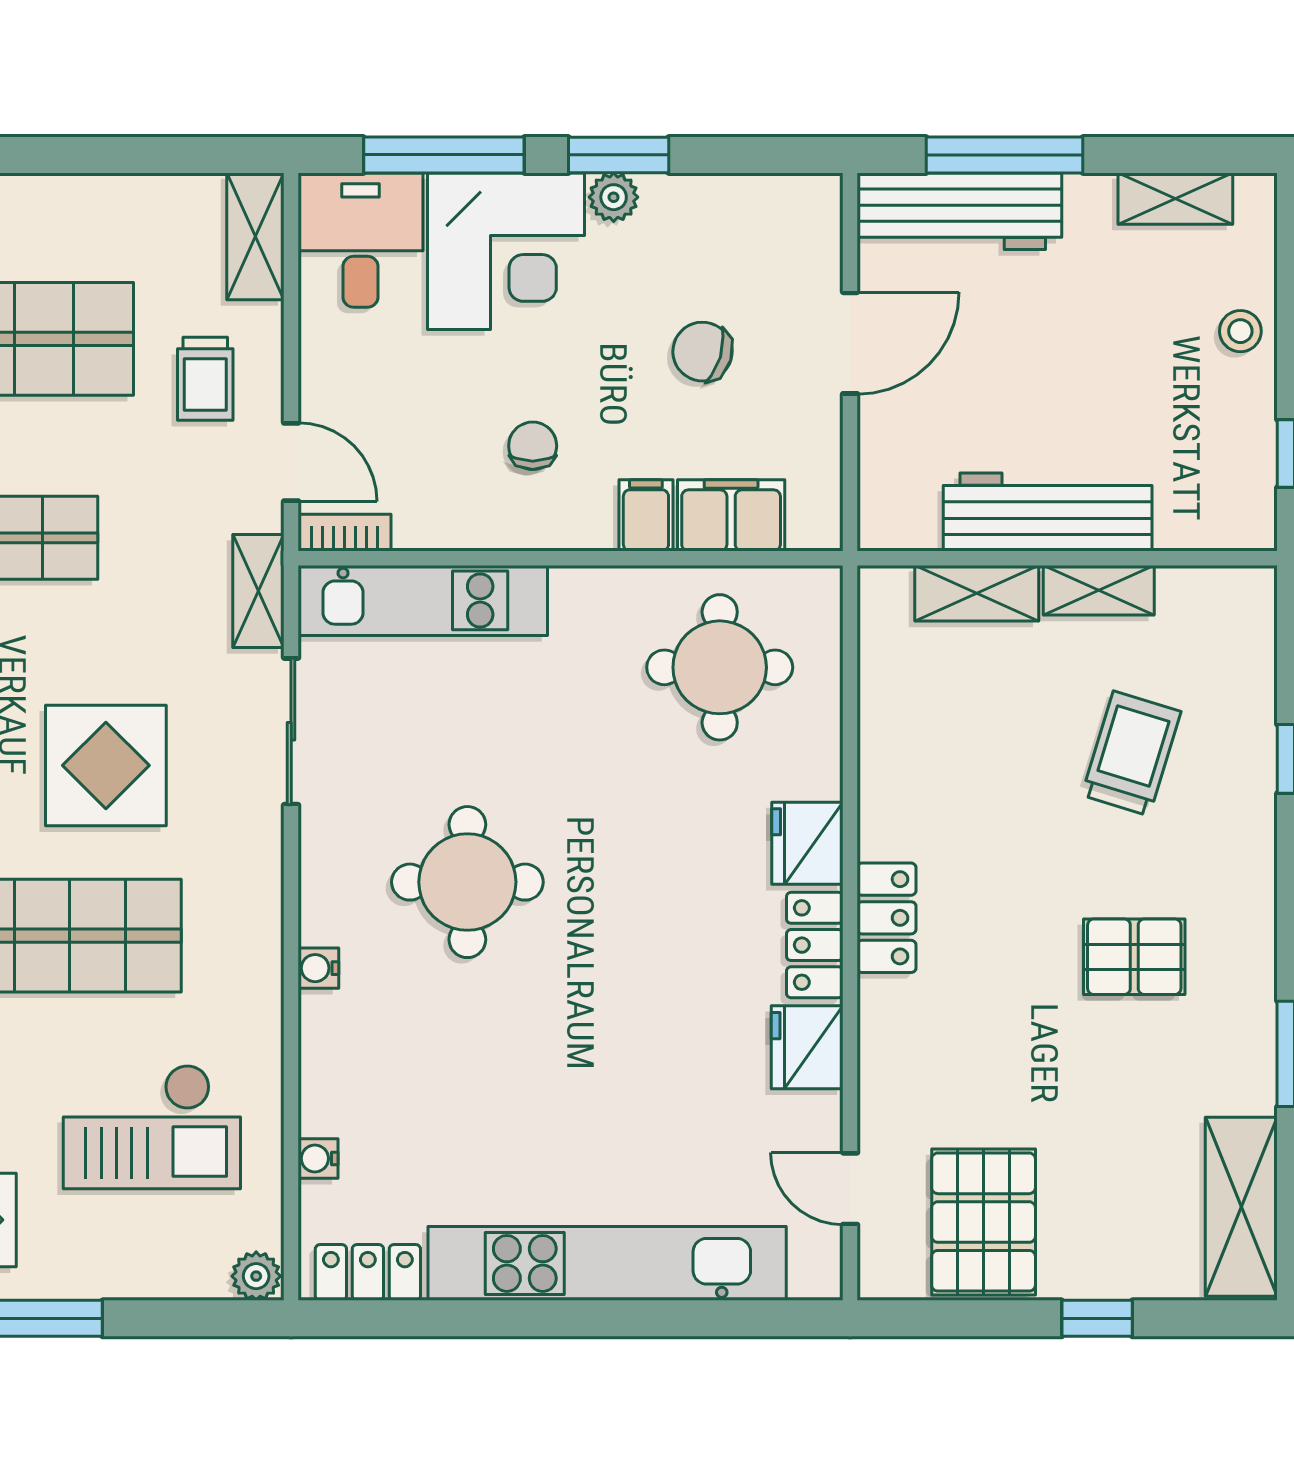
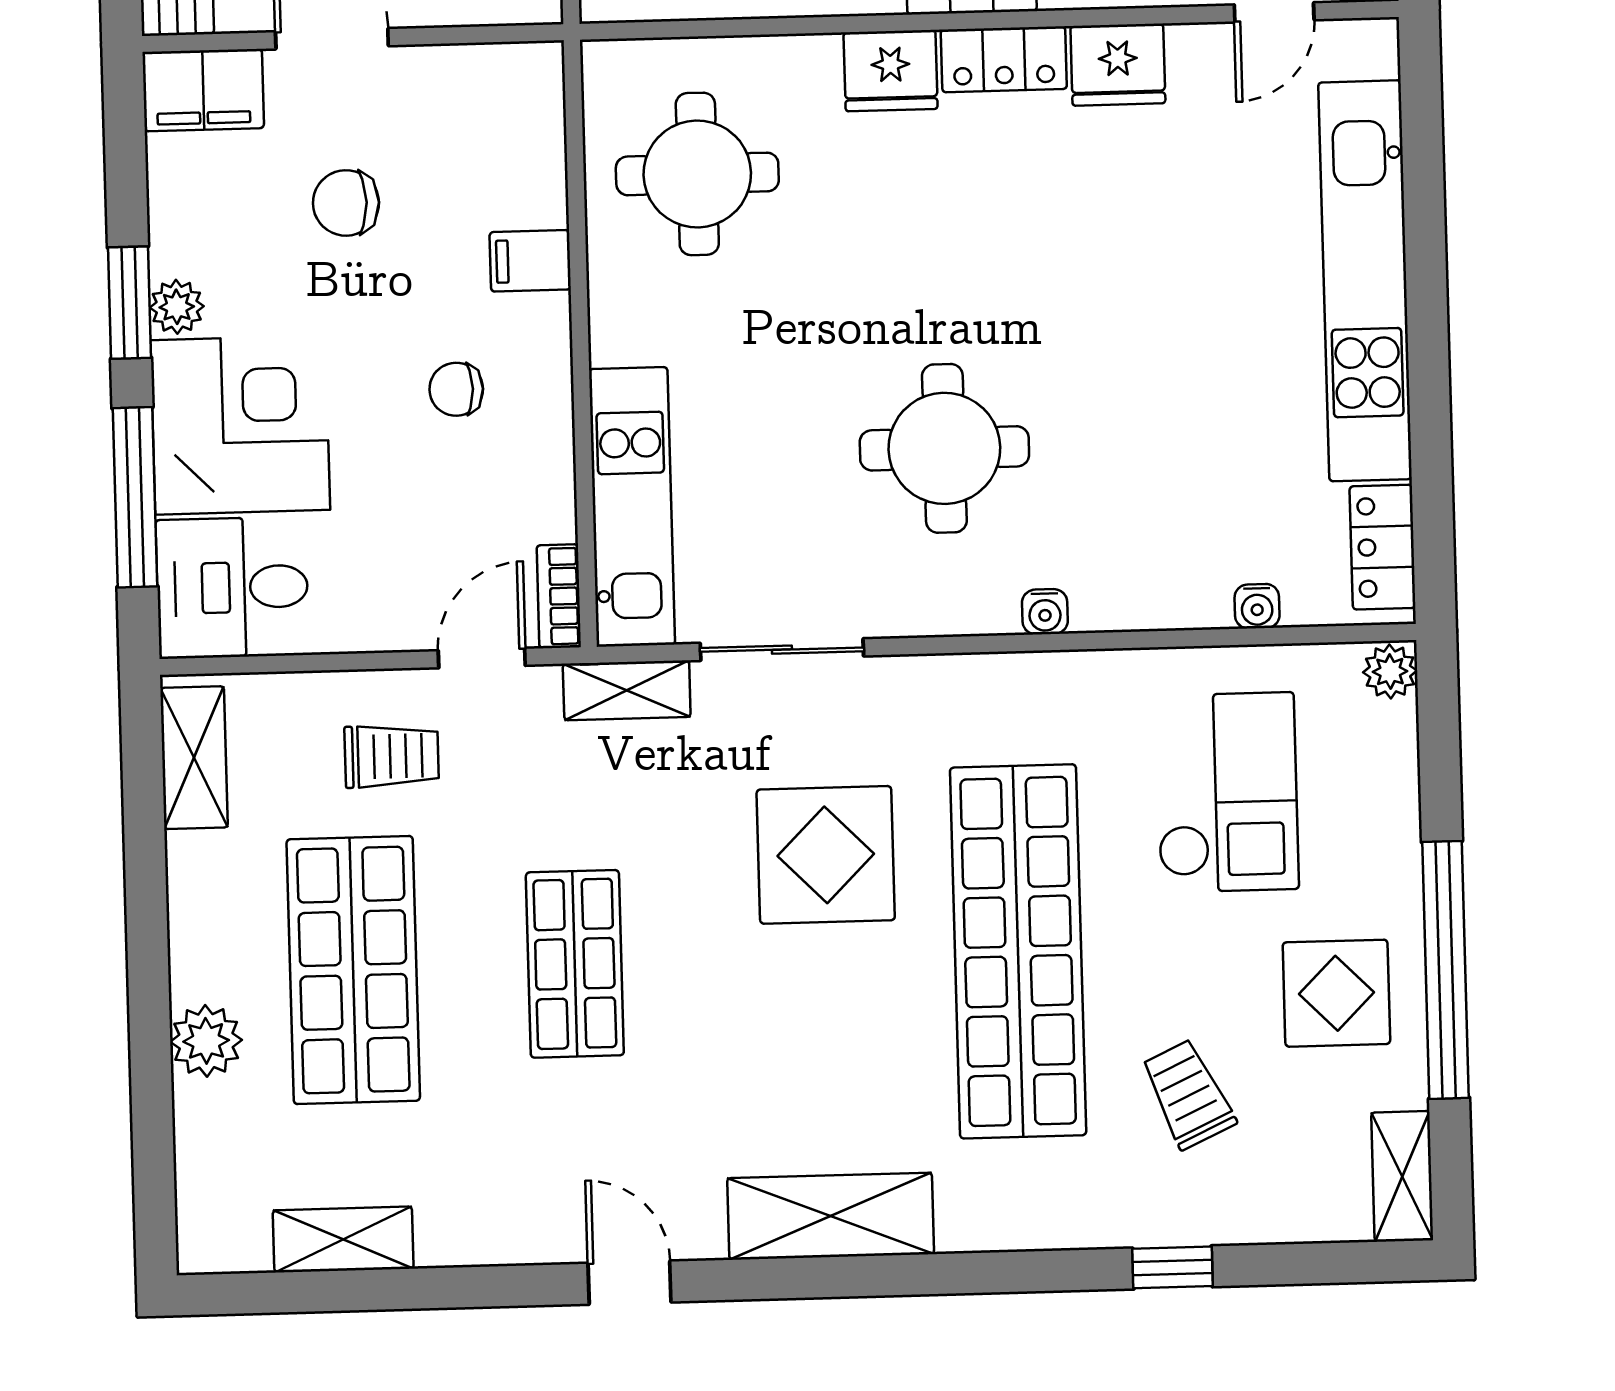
shelving: (255, 236) -> (194, 758), moved, turned 90
chair: (703, 352) -> (346, 203), turned 73
filing cabinet: (731, 515) -> (203, 90), moved, turned -90

